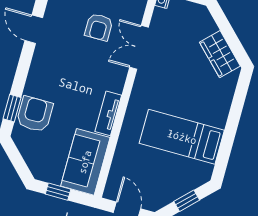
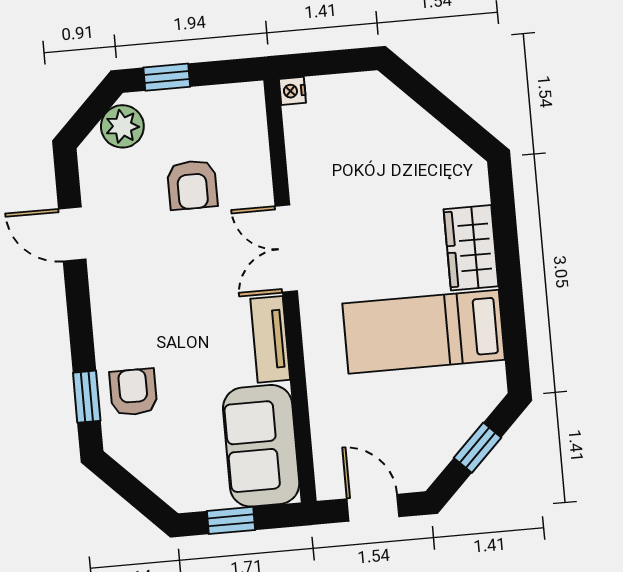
double door: (139, 47) -> (286, 249), moved
wardrobe: (220, 54) -> (471, 248), moved, turned 45
armchair: (35, 114) -> (133, 392), width x0.72, depth x0.72

